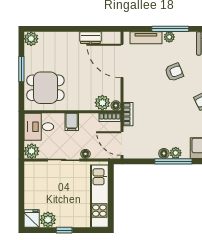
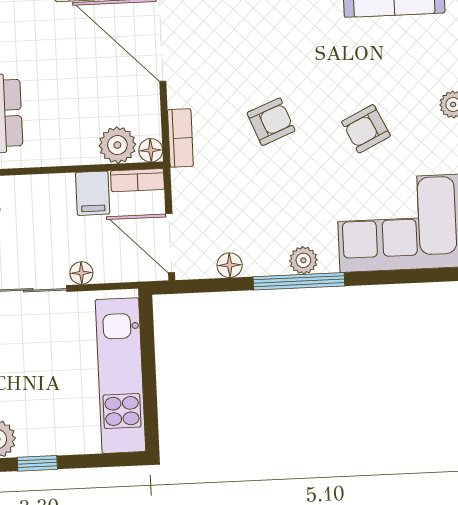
armchair: (174, 72) -> (271, 122), moved
bookcase: (128, 114) -> (180, 138), moved
filing cabinet: (72, 122) -> (93, 193), moved
floor lamp: (164, 153) -> (230, 265), moved

